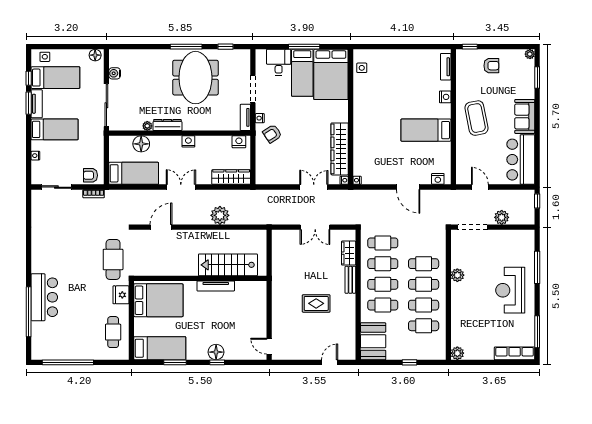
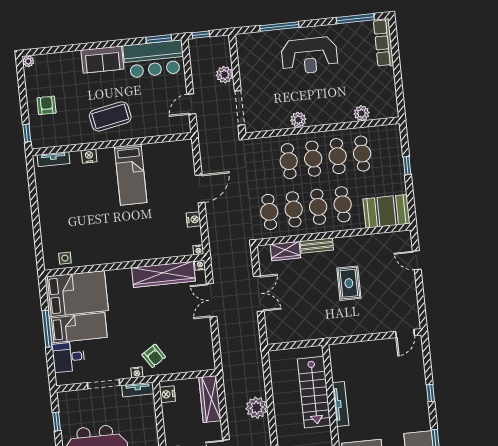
window: (537, 78) -> (159, 39), moved
nightstand: (438, 179) -> (194, 219), moved
floor lamp: (216, 352) -> (418, 396), removed
plant: (457, 353) -> (362, 113), moved

